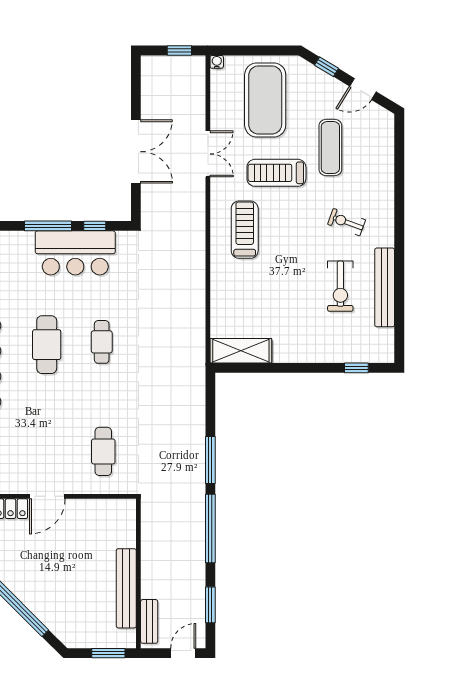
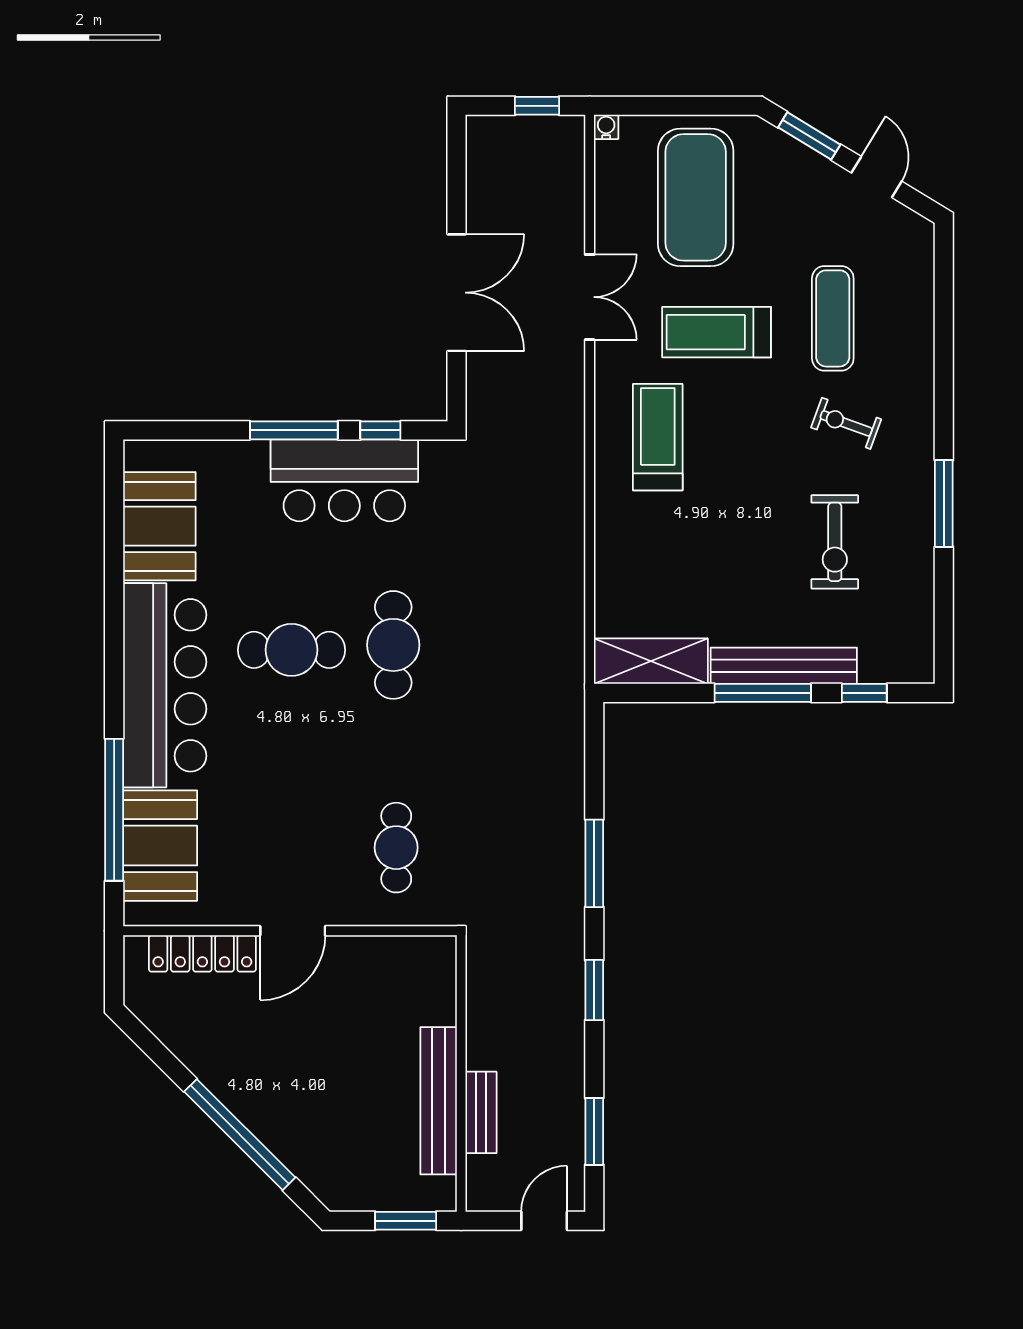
window: (327, 67) -> (809, 136), width x1.50
door: (363, 89) -> (877, 177), swing flipped
exercise mat: (330, 148) -> (833, 318), moved
window: (399, 265) -> (944, 504), added
bench: (385, 287) -> (784, 666), moved, turned 90
cafe table: (102, 342) -> (393, 645), width x1.37, depth x1.35
cafe table: (47, 345) -> (291, 650), turned 90
window: (301, 368) -> (763, 693), added
window: (210, 528) -> (594, 990), width x0.47
bench: (149, 621) -> (481, 1112), moved

